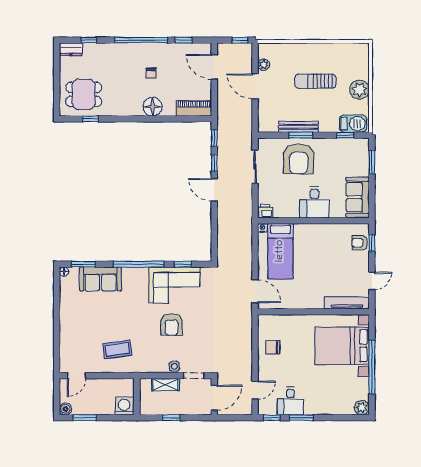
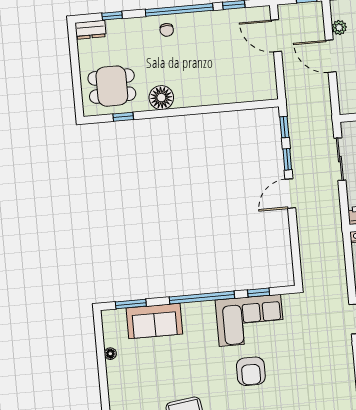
chair: (151, 73) -> (167, 30), moved
floor lamp: (153, 107) -> (161, 98), moved
piano: (194, 108) -> (255, 91), removed
door: (214, 190) -> (290, 194), hinge flipped
floor lamp: (64, 272) -> (110, 354), moved

